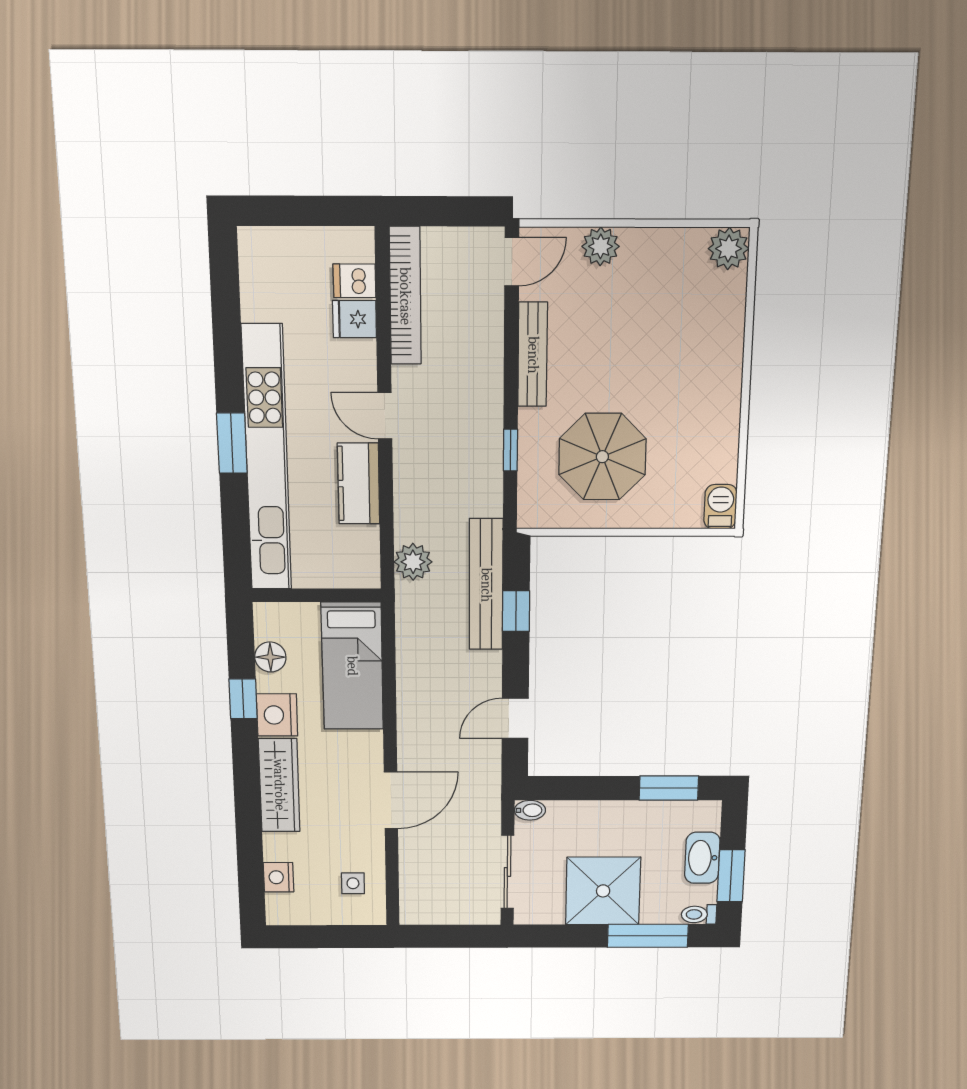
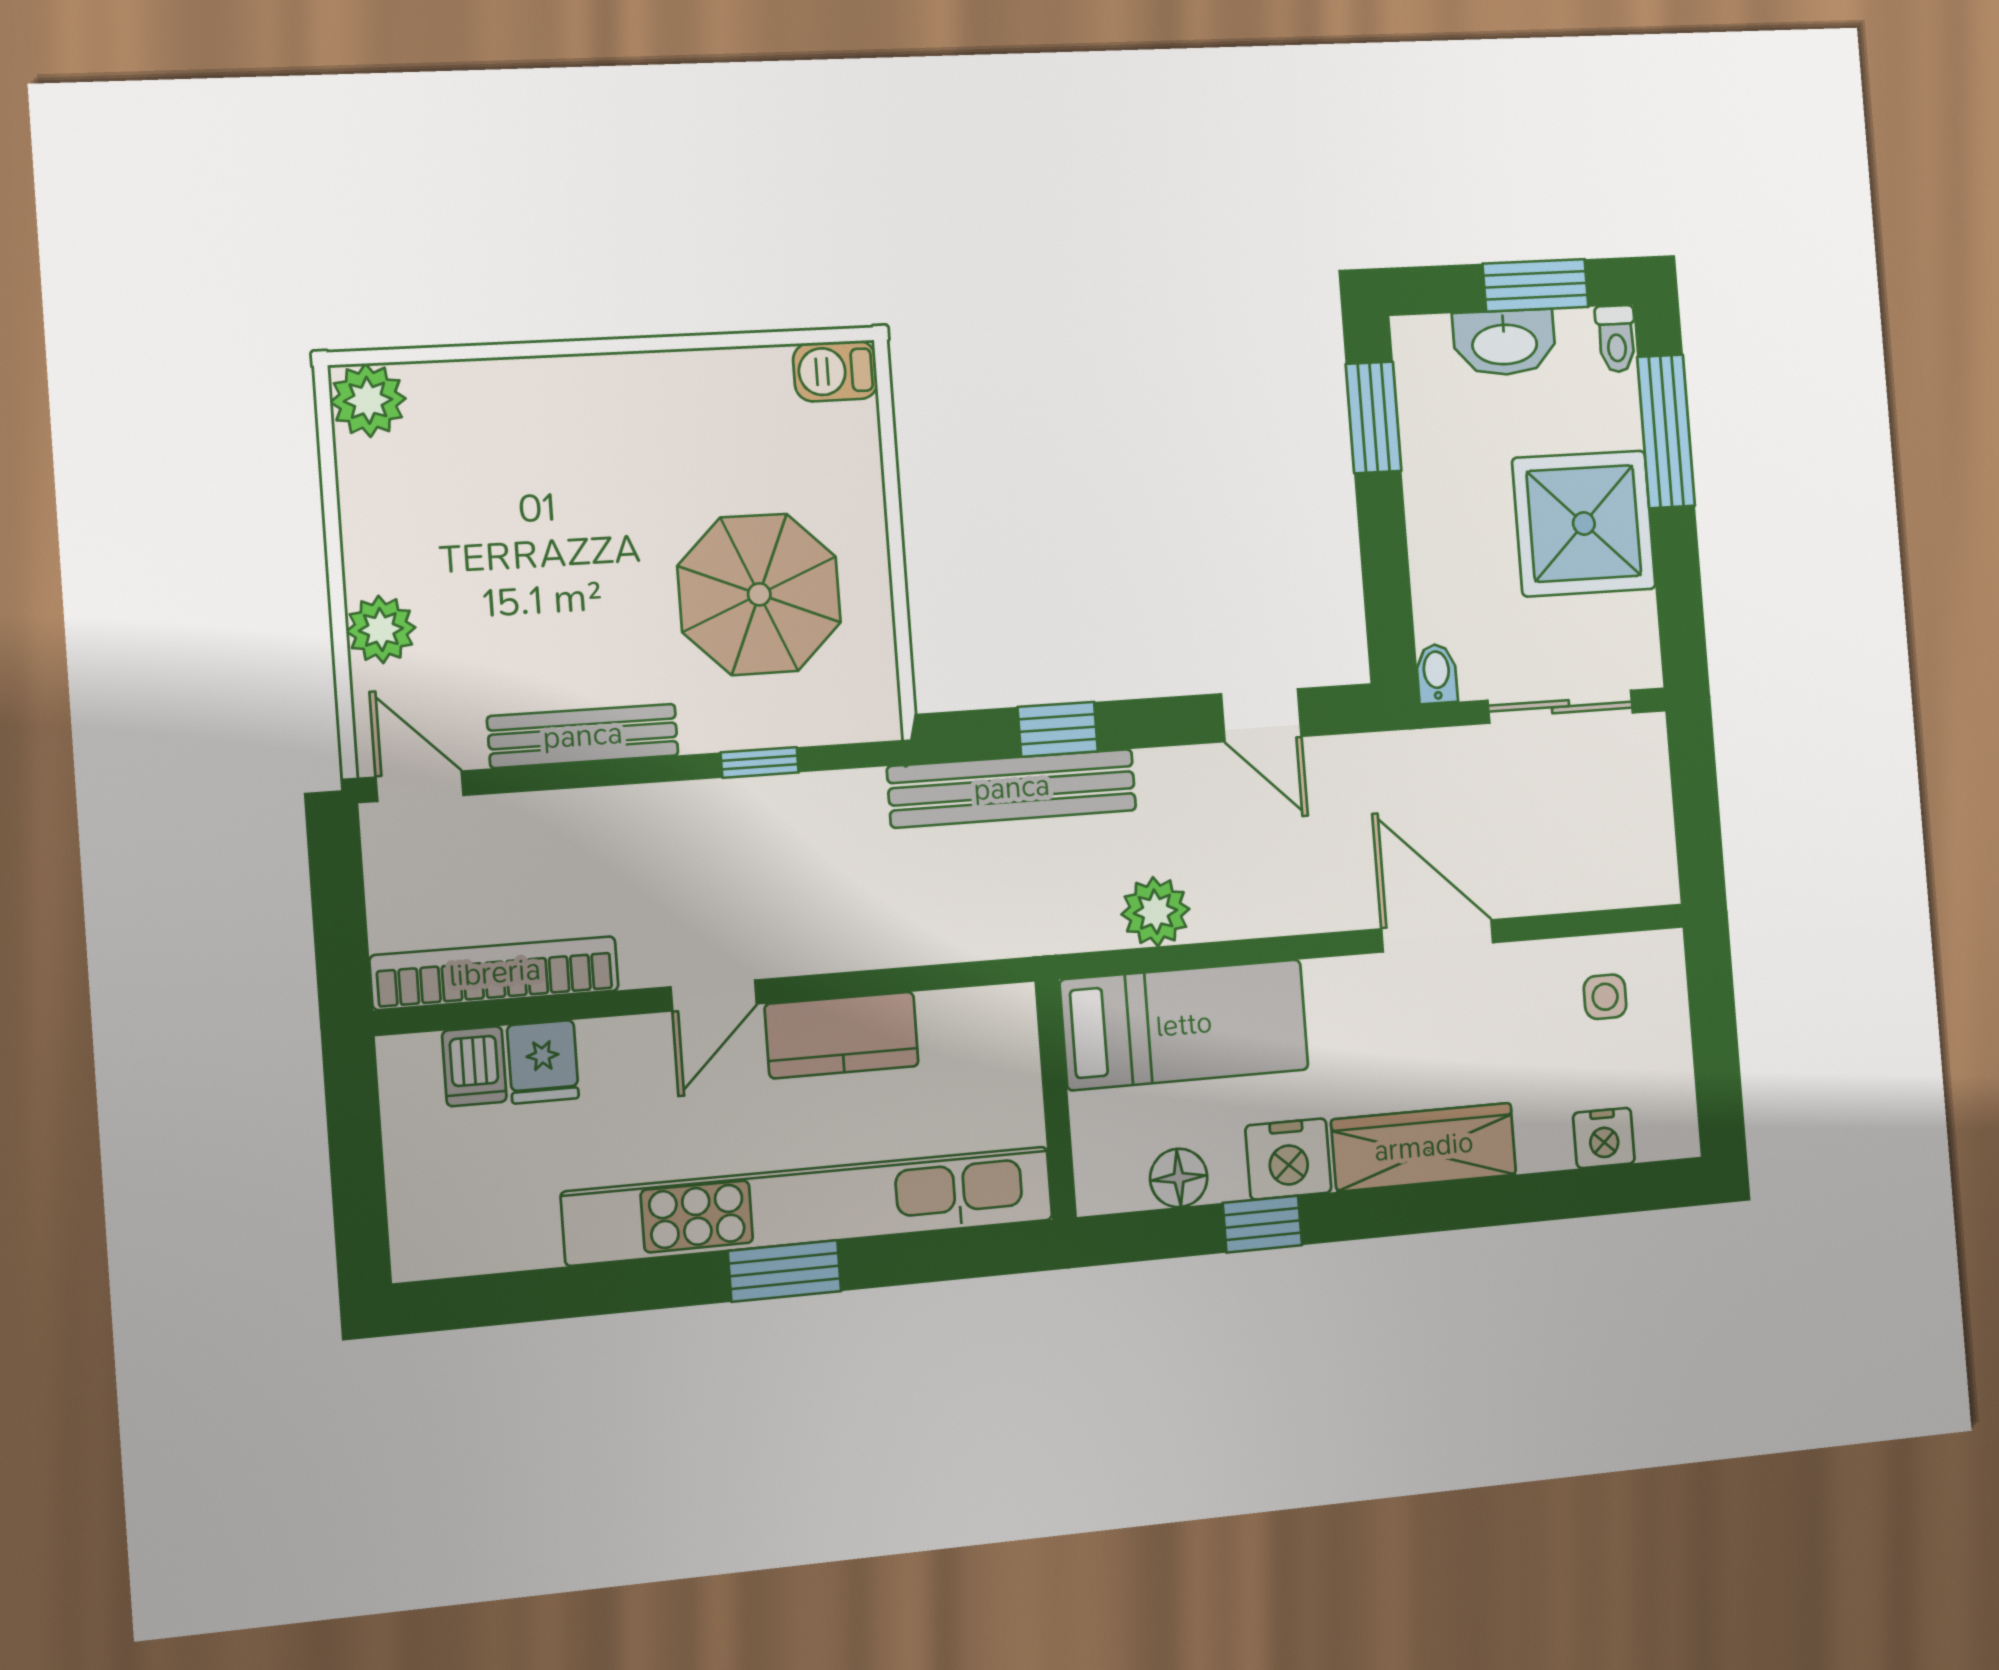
plant: (413, 562) -> (1155, 912), moved

